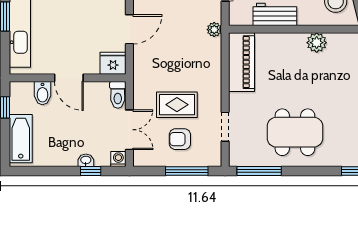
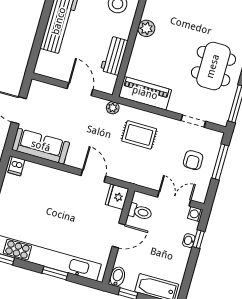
bidet: (42, 93) -> (117, 277), moved, turned -90
toilet: (118, 95) -> (140, 212), moved
rug: (177, 105) -> (139, 135), moved, turned 90

